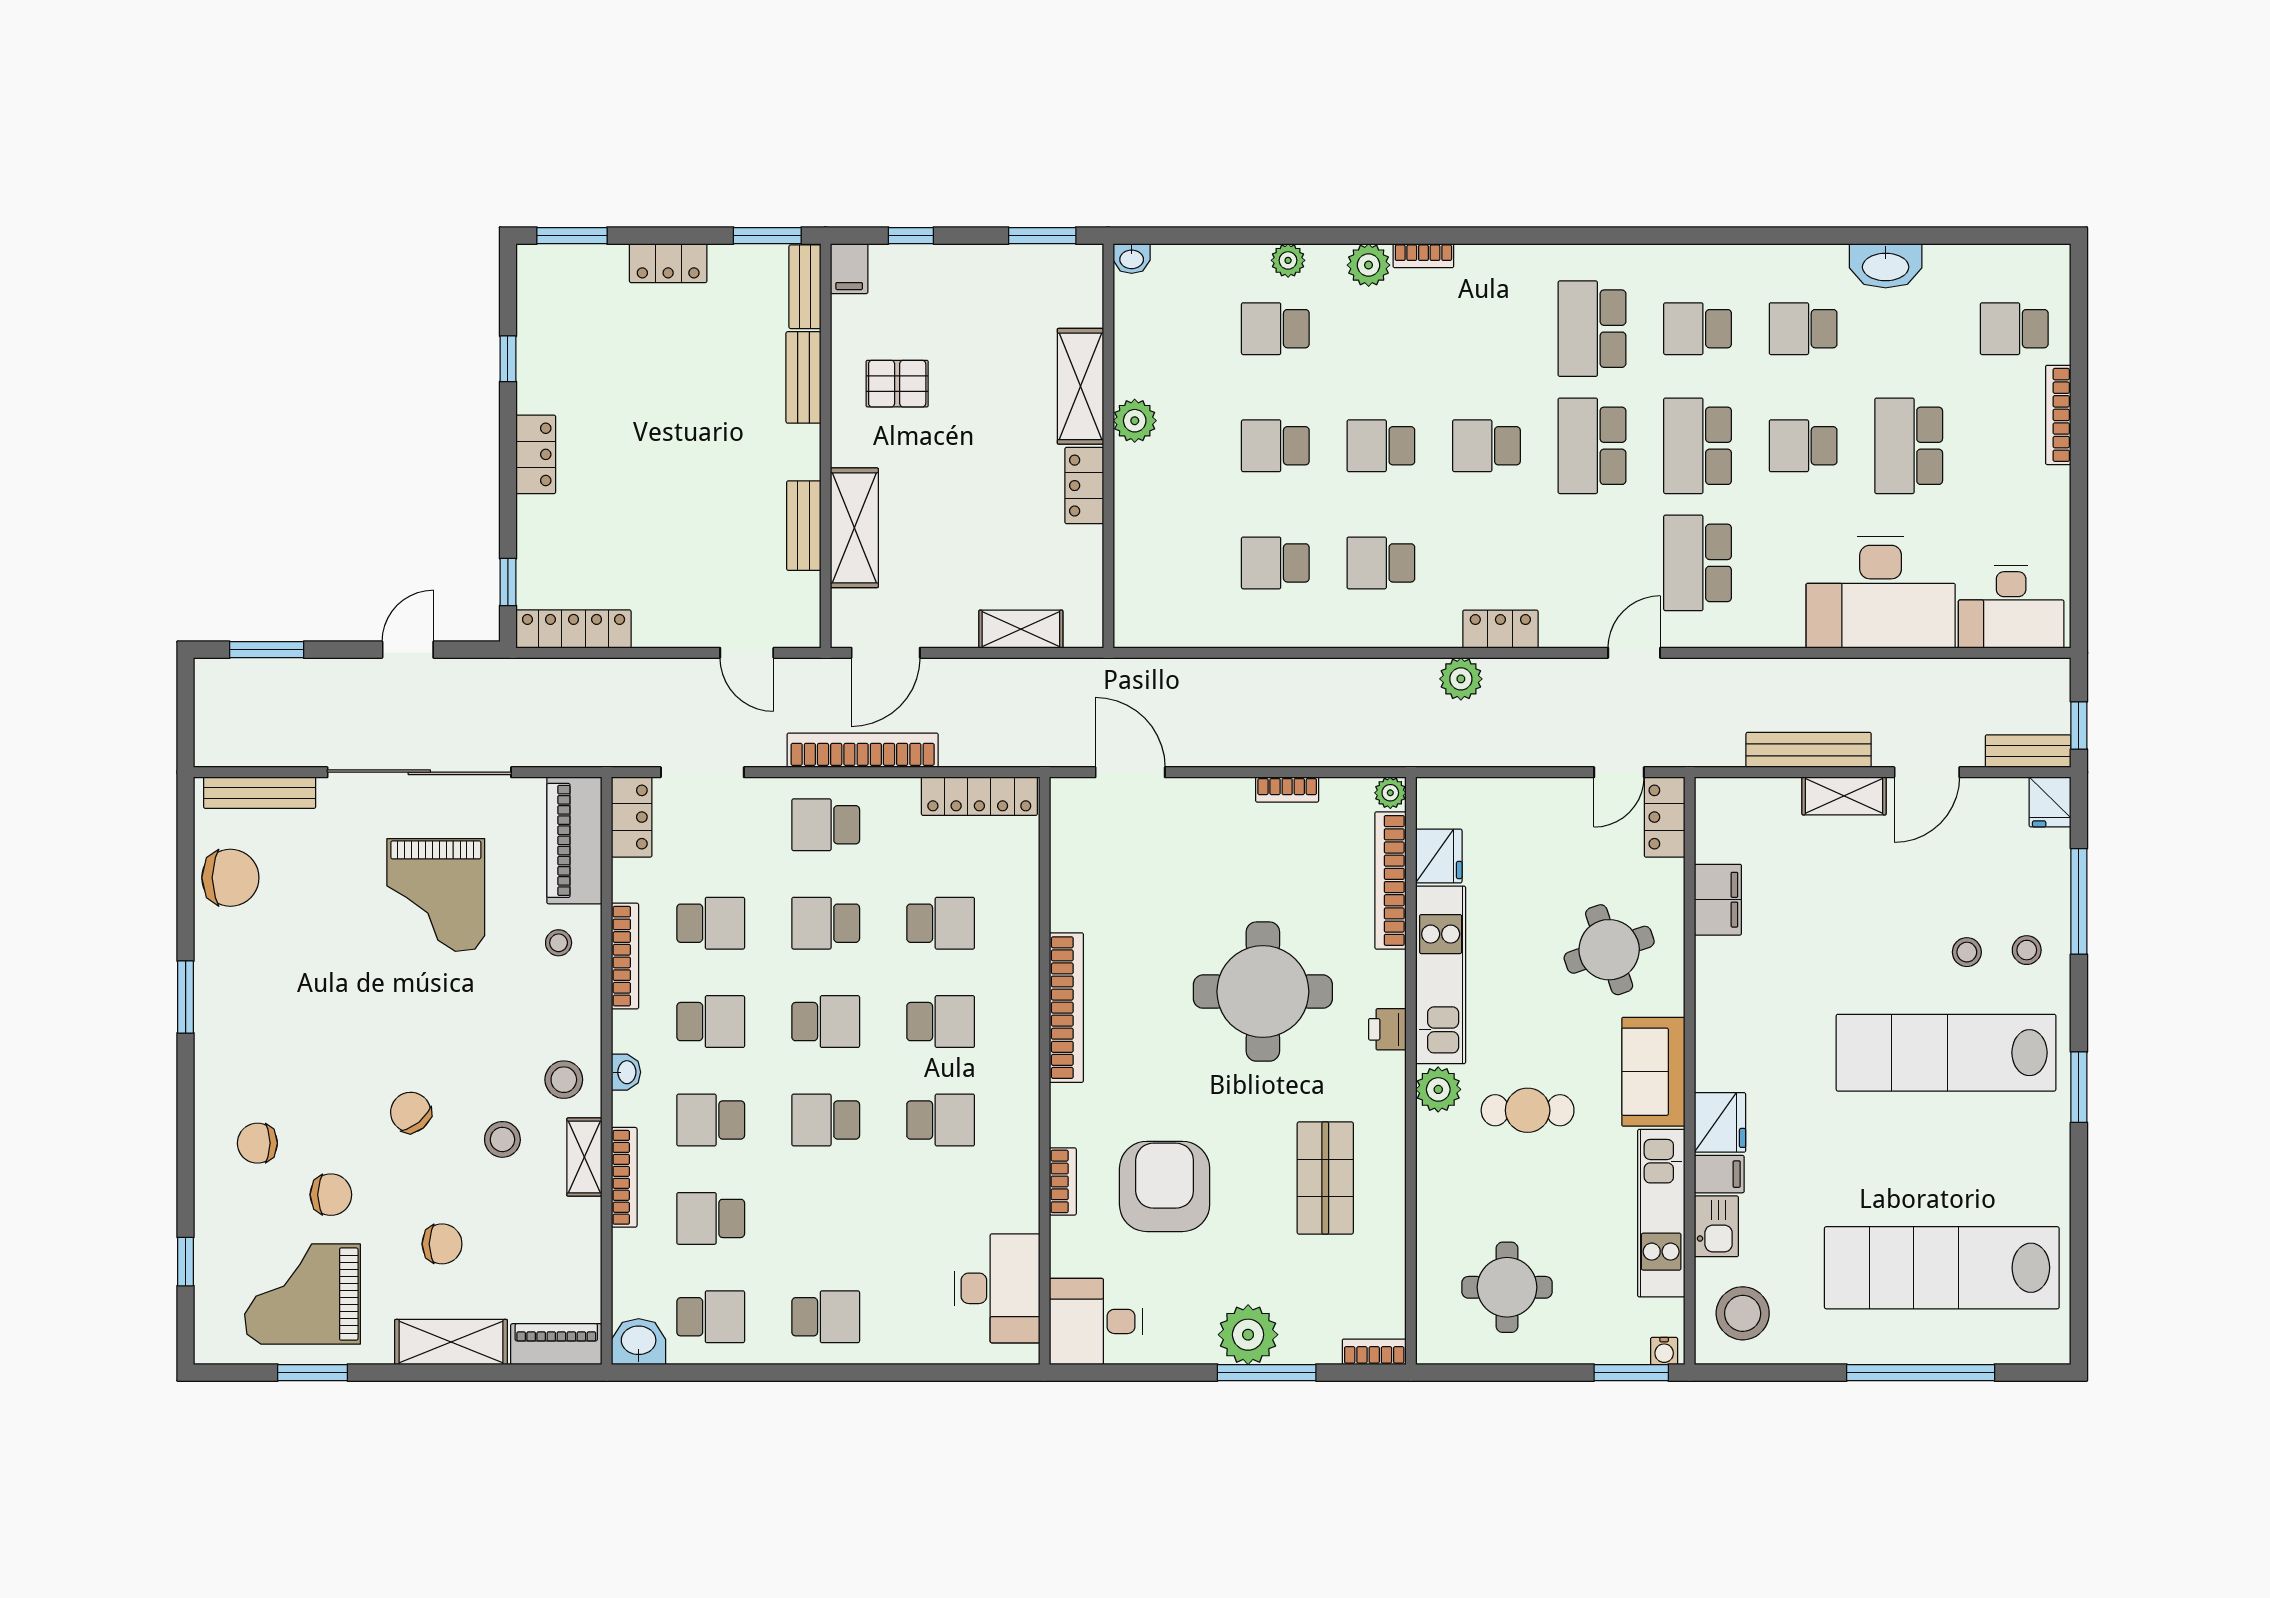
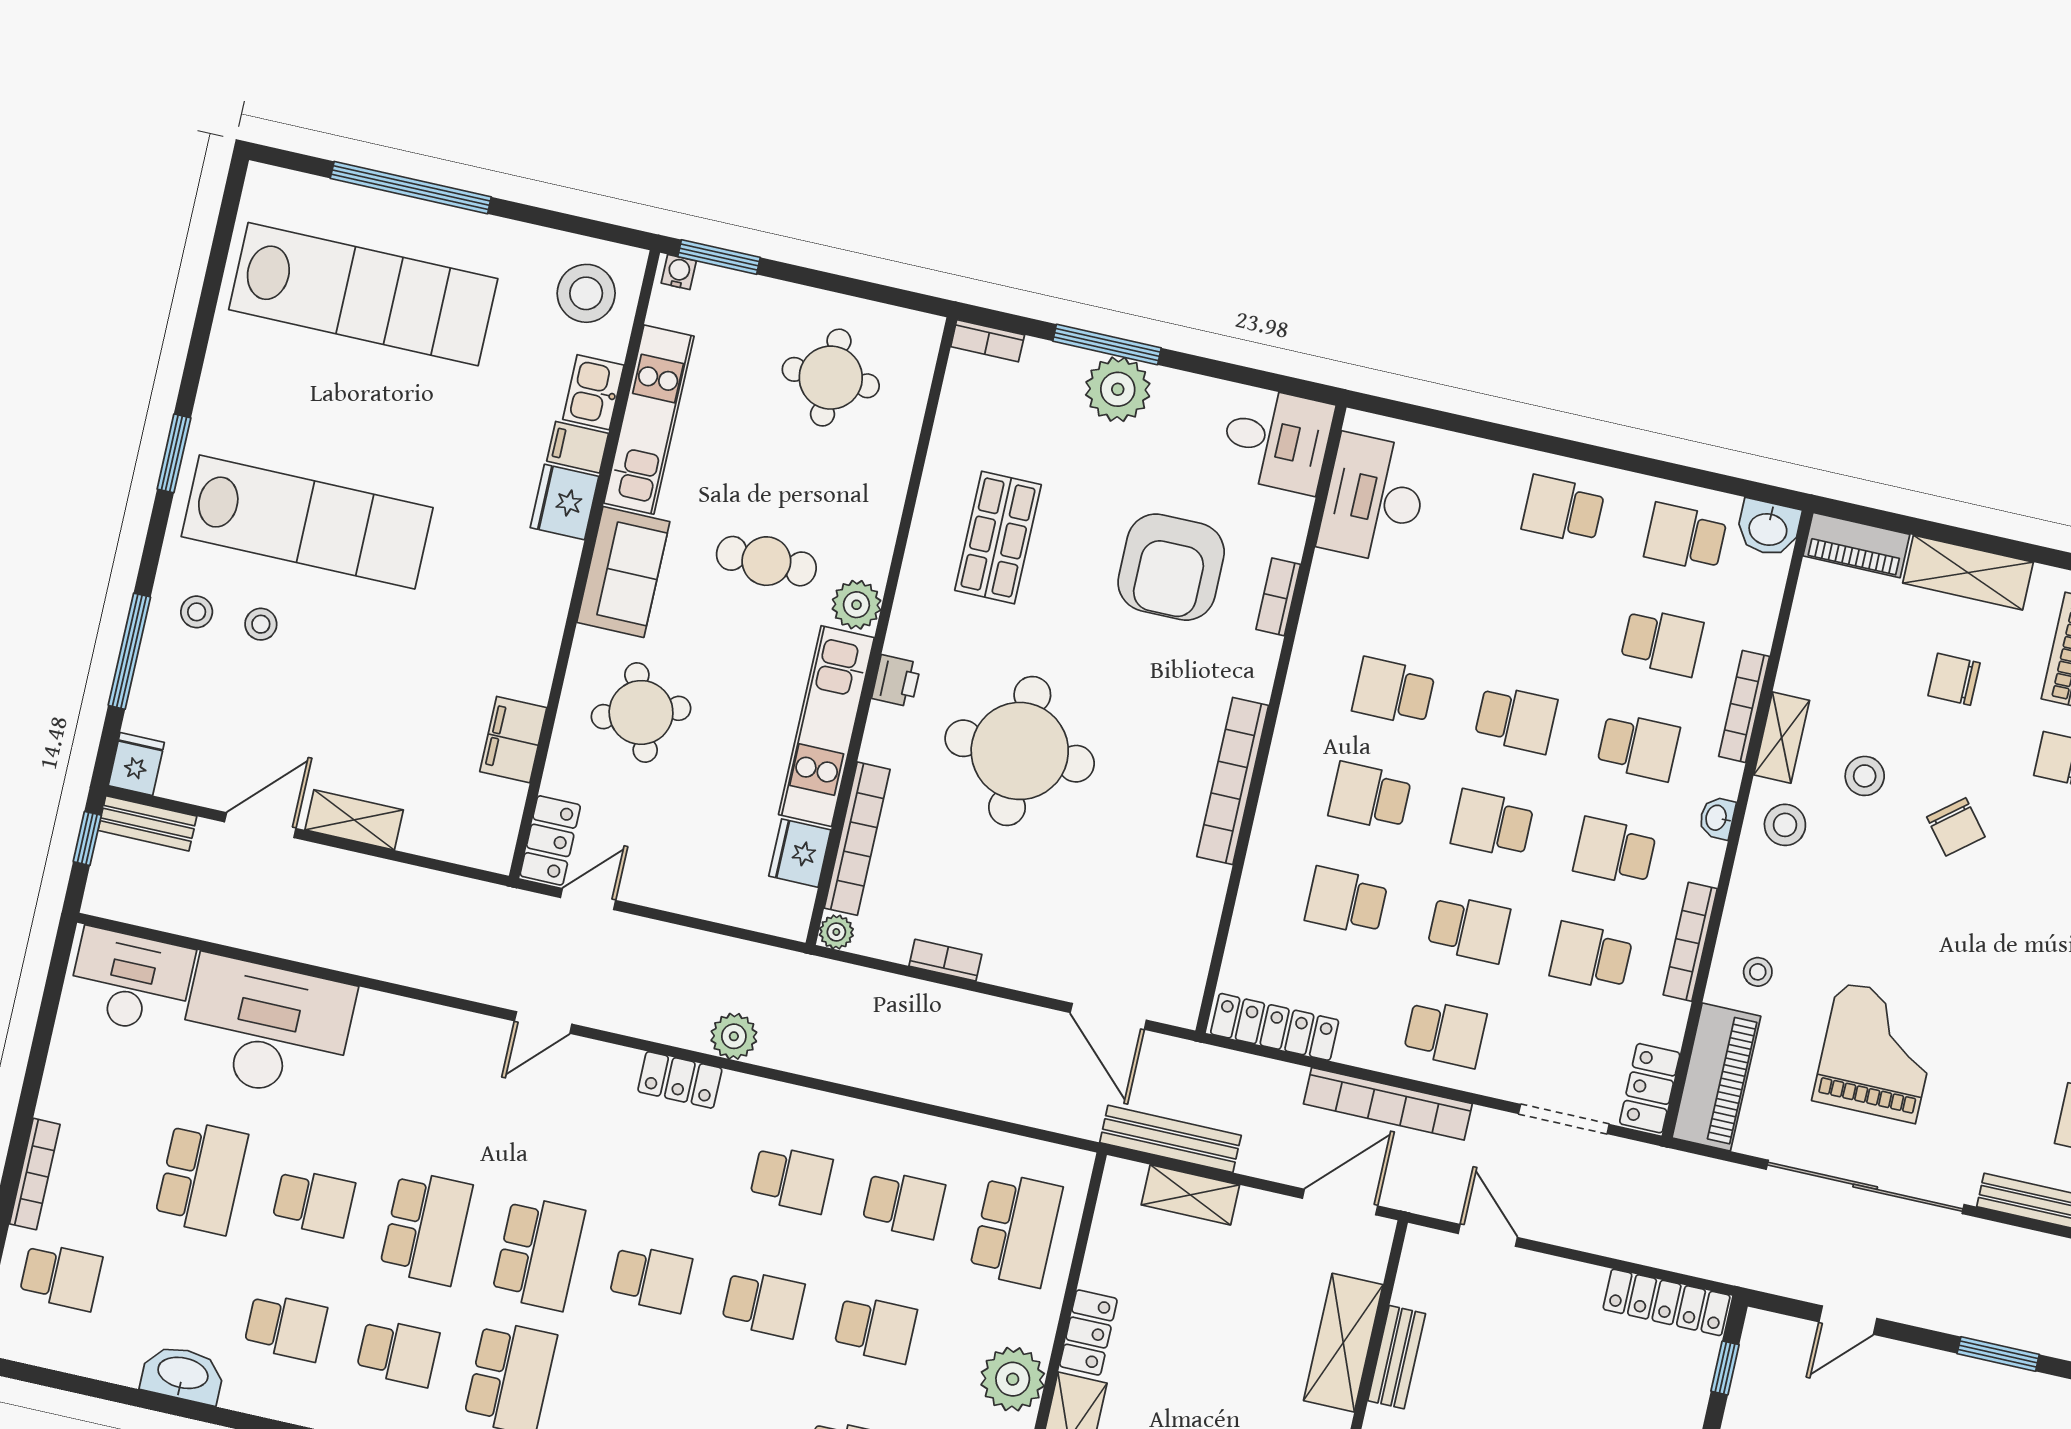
plant: (1135, 421) -> (1013, 1379), width x1.36, depth x1.36
school desk: (1698, 563) -> (1016, 1230), moved
bench: (1809, 750) -> (1170, 1139), moved

